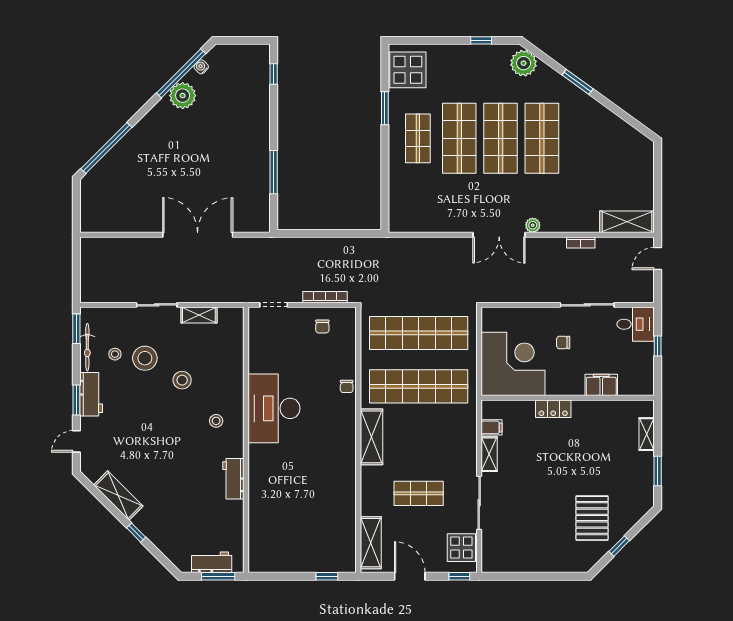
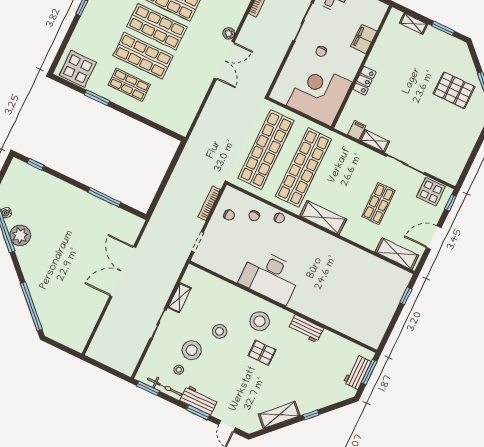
chair: (335, 356) -> (254, 216), added
stool: (216, 421) -> (260, 321), width x1.89, depth x1.89
pallet: (181, 441) -> (262, 353), added

